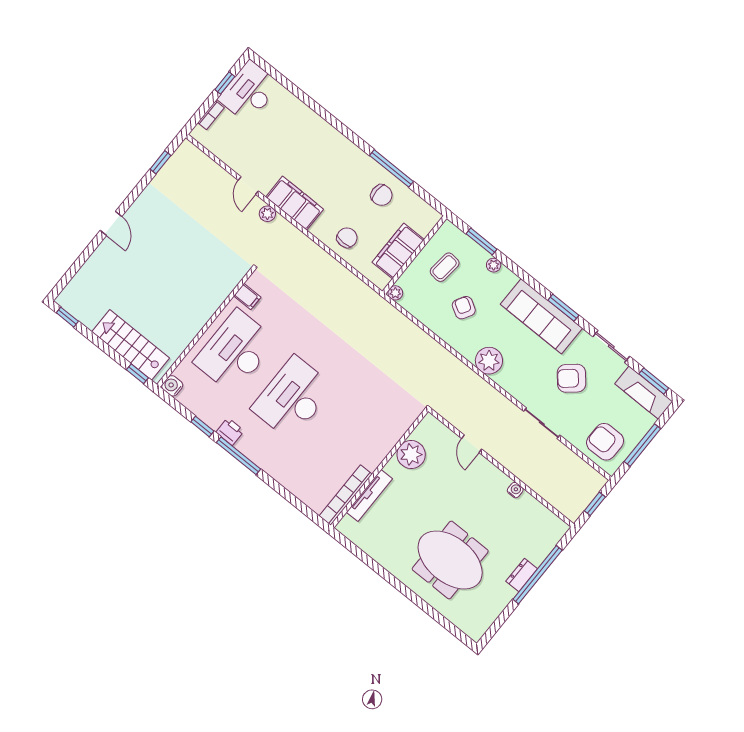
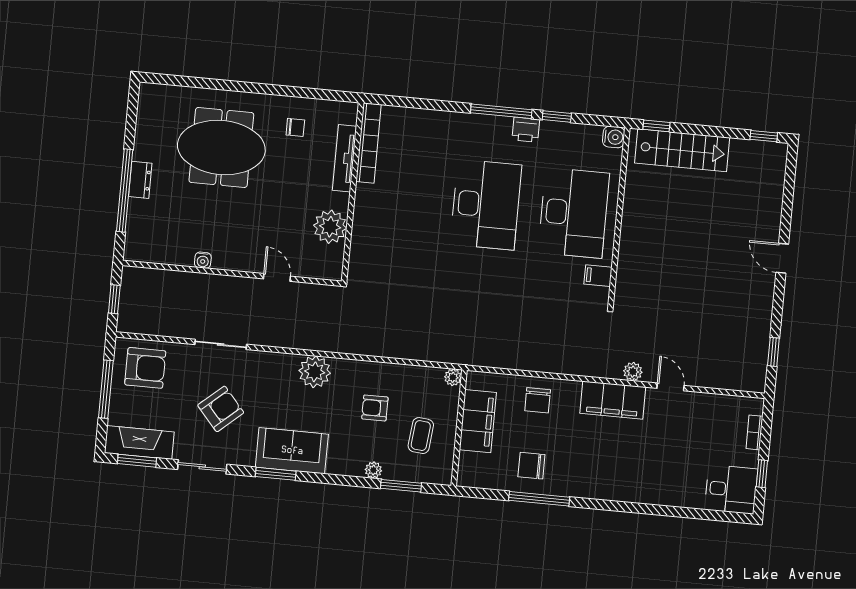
desk: (249, 92) -> (731, 489), width x0.73
armchair: (464, 308) -> (375, 408), turned 150
sofa: (541, 316) -> (292, 451), width x0.73
chair: (389, 540) -> (295, 127), added

